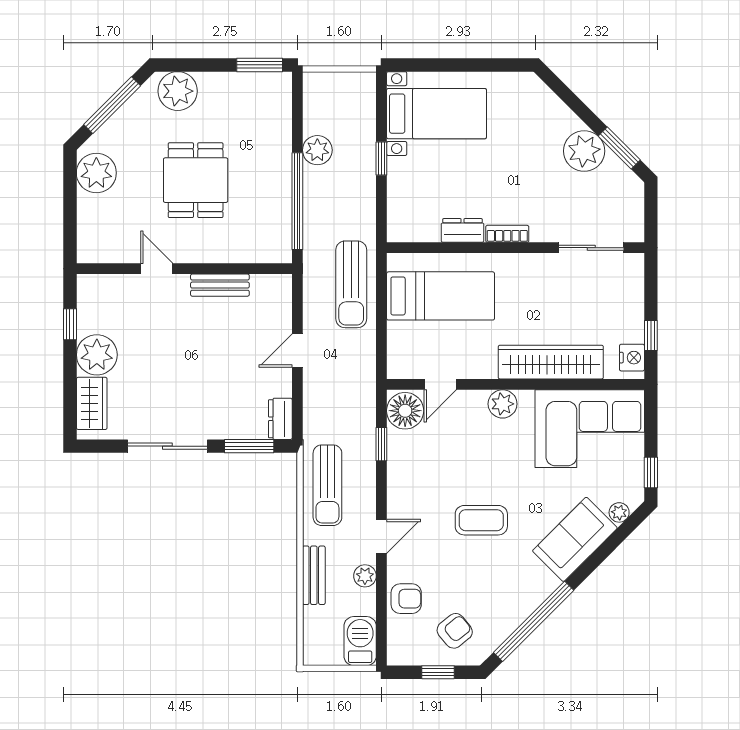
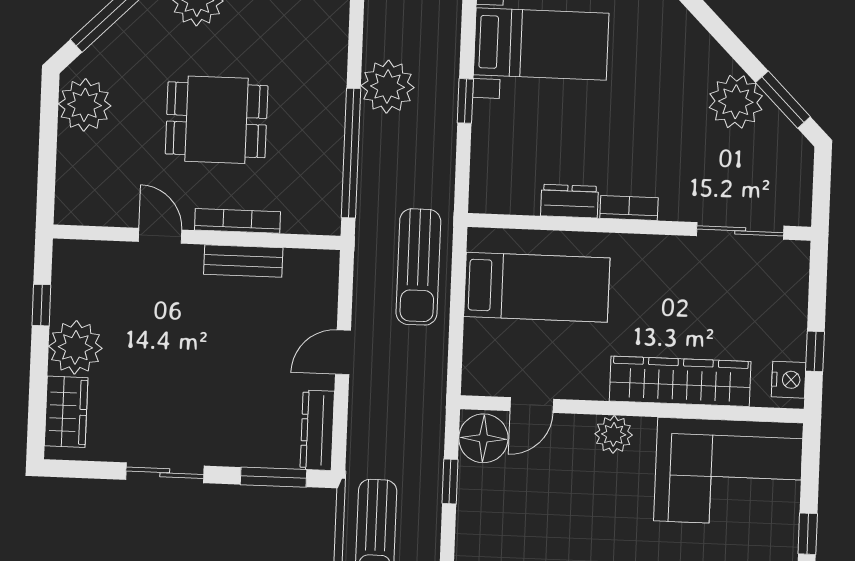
plant: (317, 150) -> (387, 87), width x1.36, depth x1.36
dining table: (196, 180) -> (217, 120), turned 90
bookcase: (214, 255) -> (238, 221), added
dresser: (280, 419) -> (317, 430), width x1.44
sliding door: (167, 446) -> (165, 473), width x0.73

